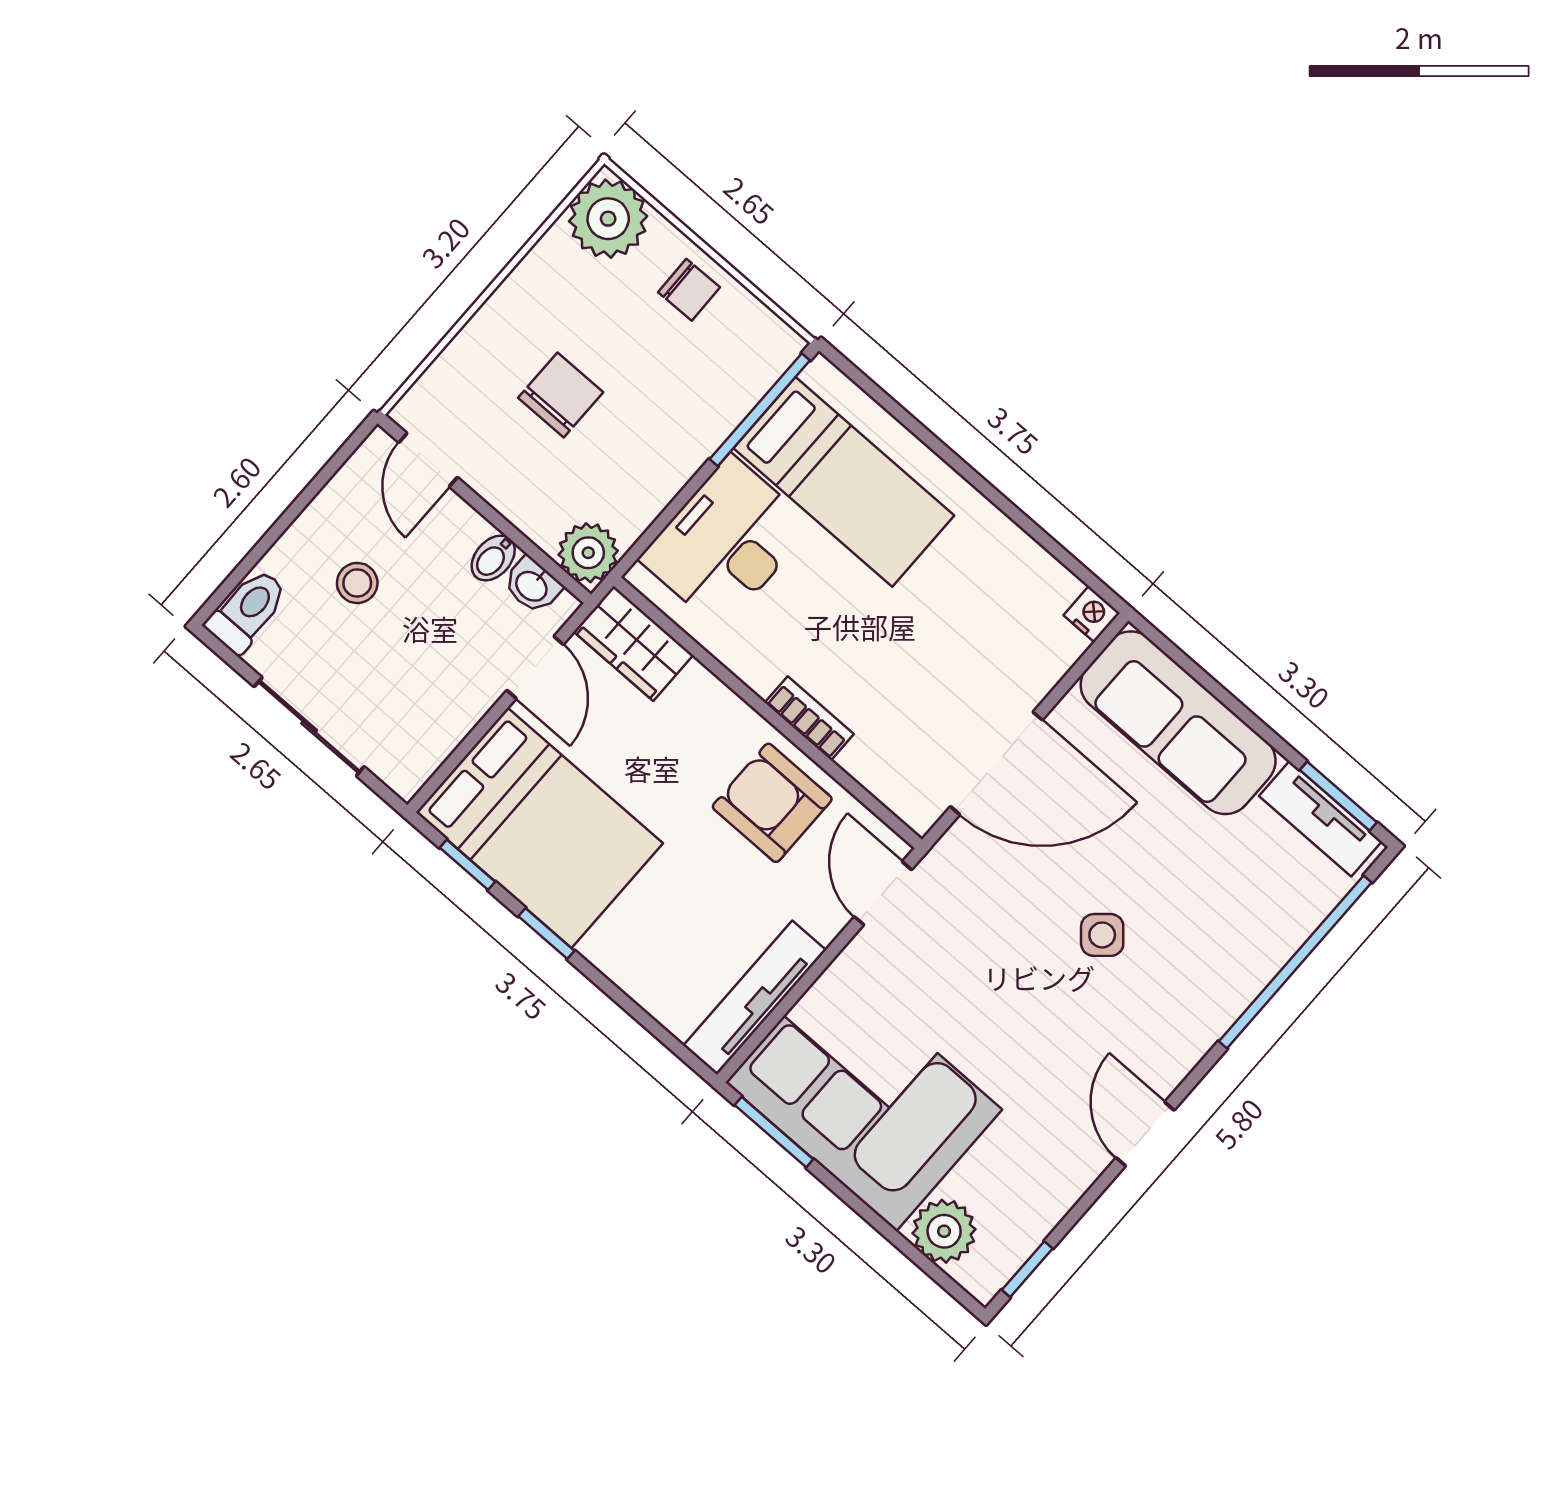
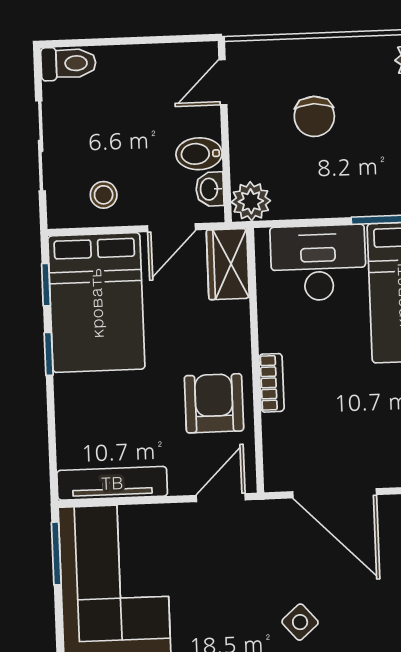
chair: (561, 395) -> (314, 116), turned 90
bidet: (493, 558) -> (199, 154), width x1.38, depth x1.36
stool: (357, 583) -> (104, 195), moved

